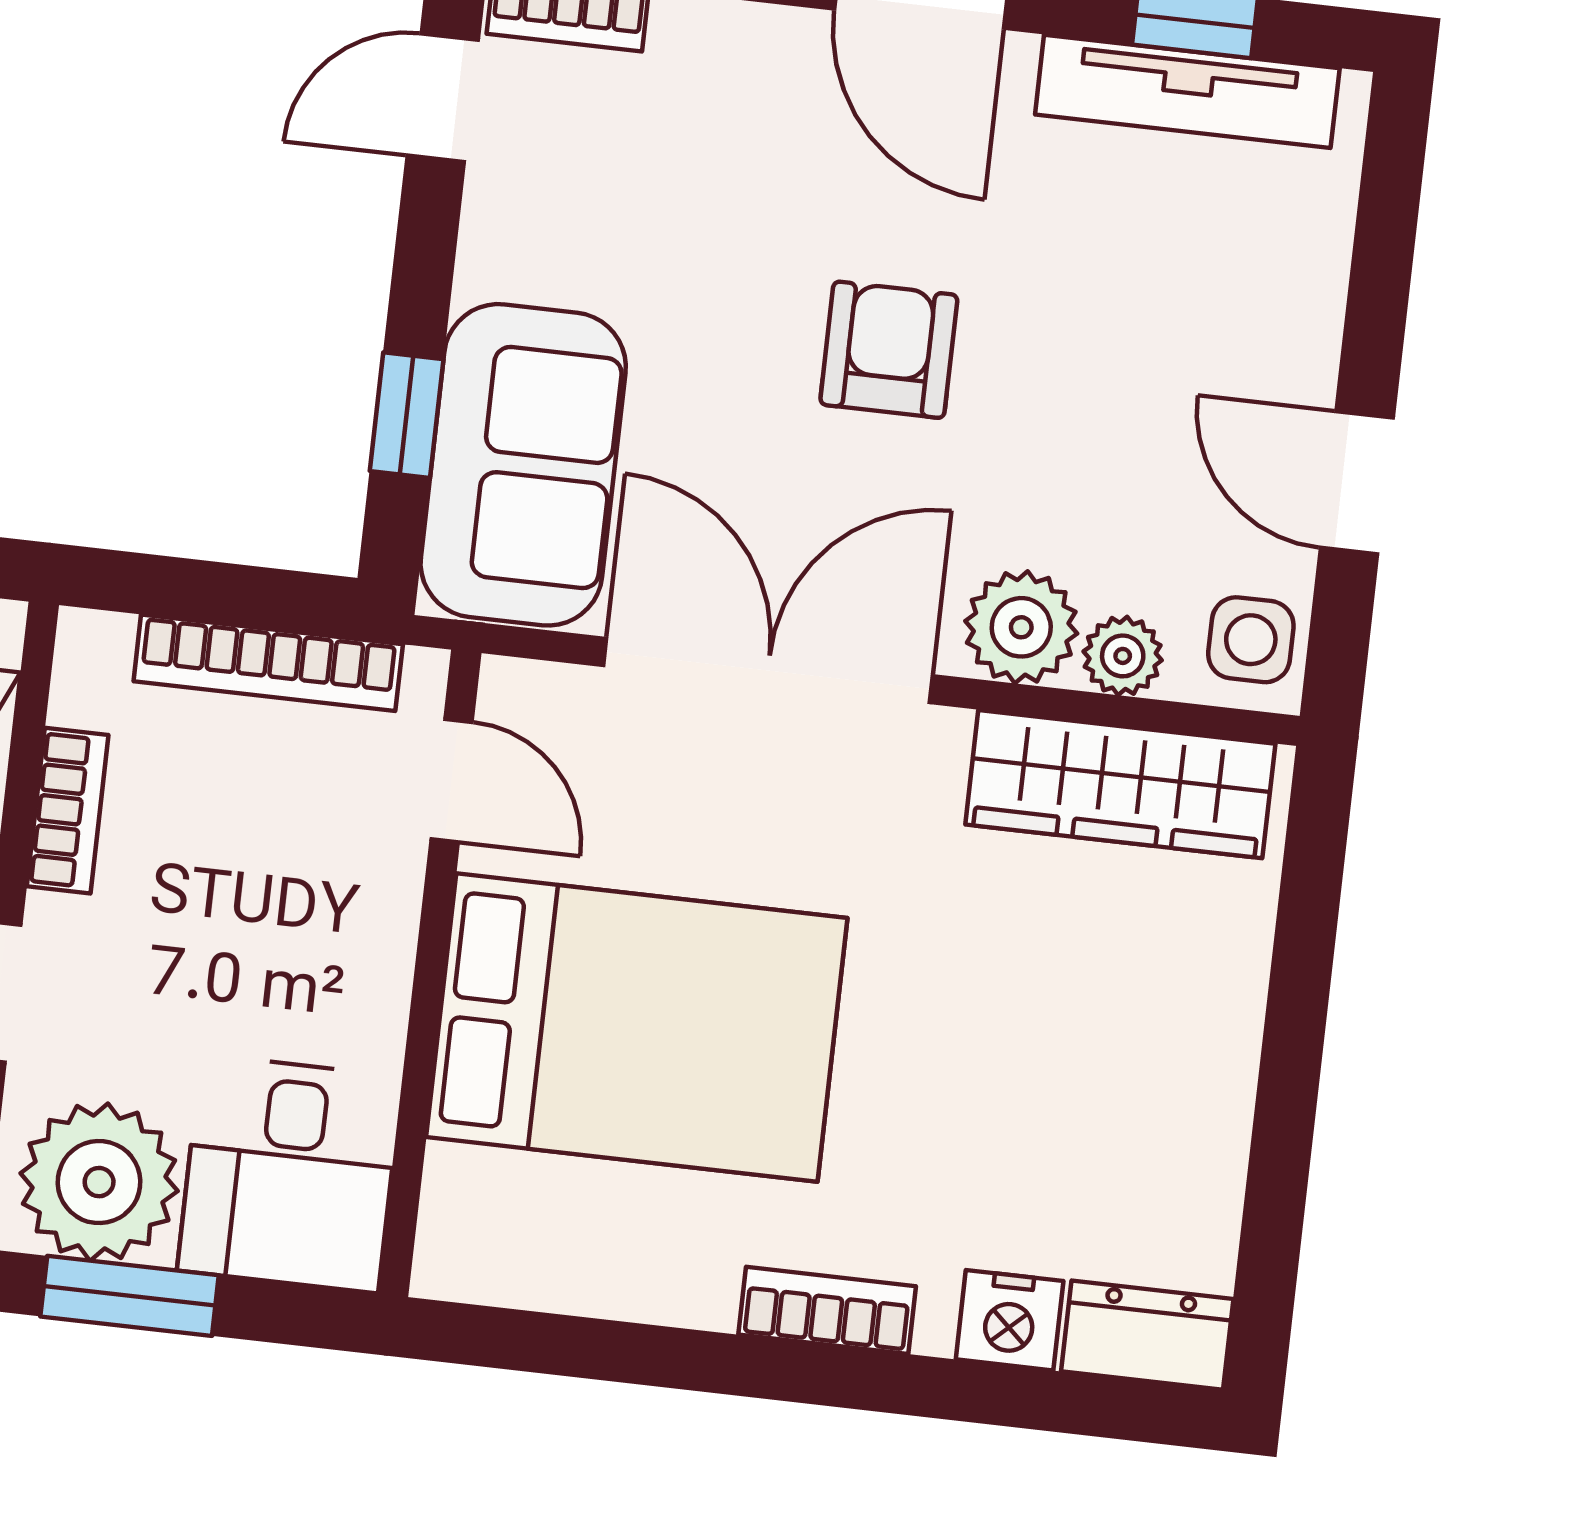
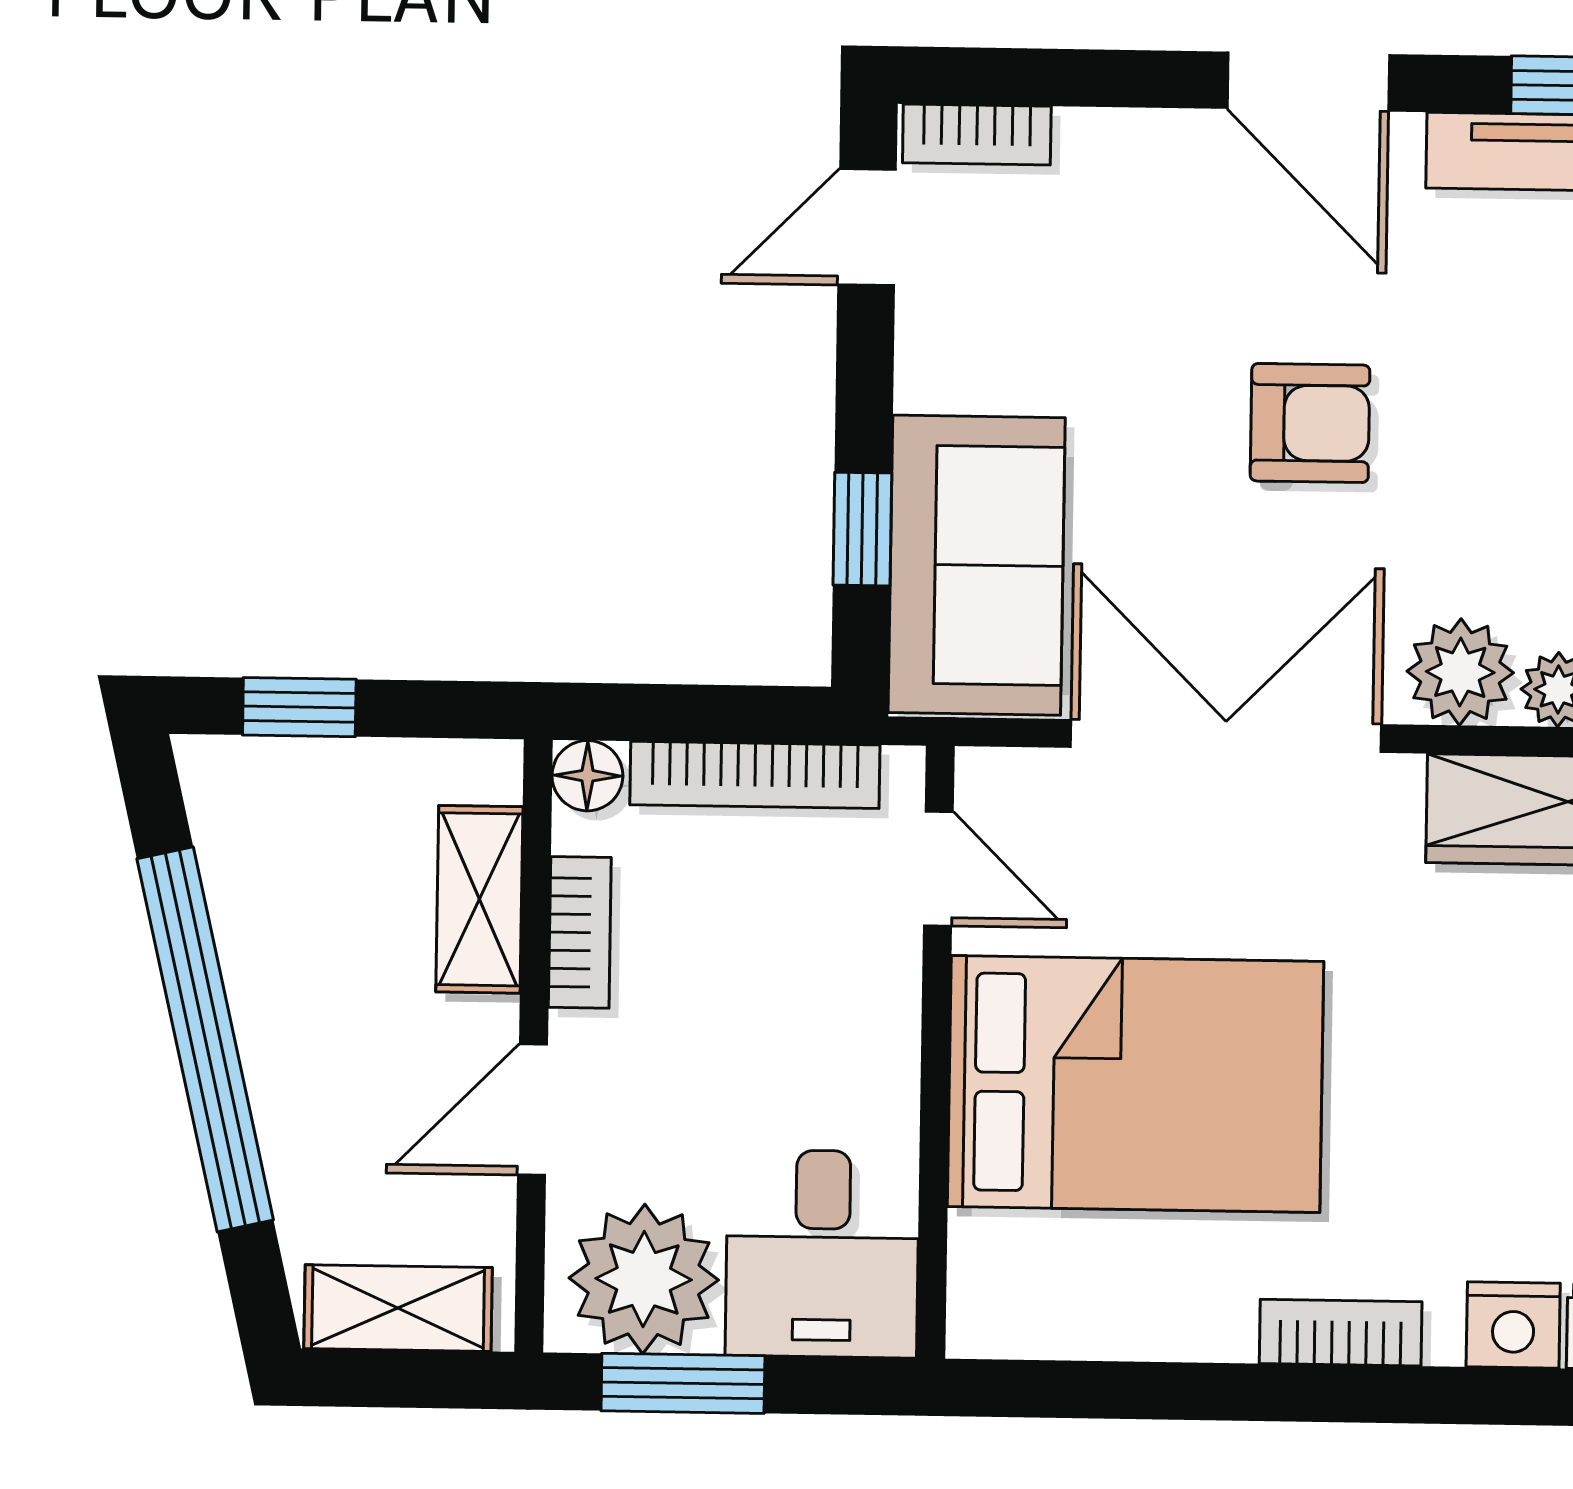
armchair: (889, 350) -> (1310, 423), turned 90
floor lamp: (92, 646) -> (587, 776), added

